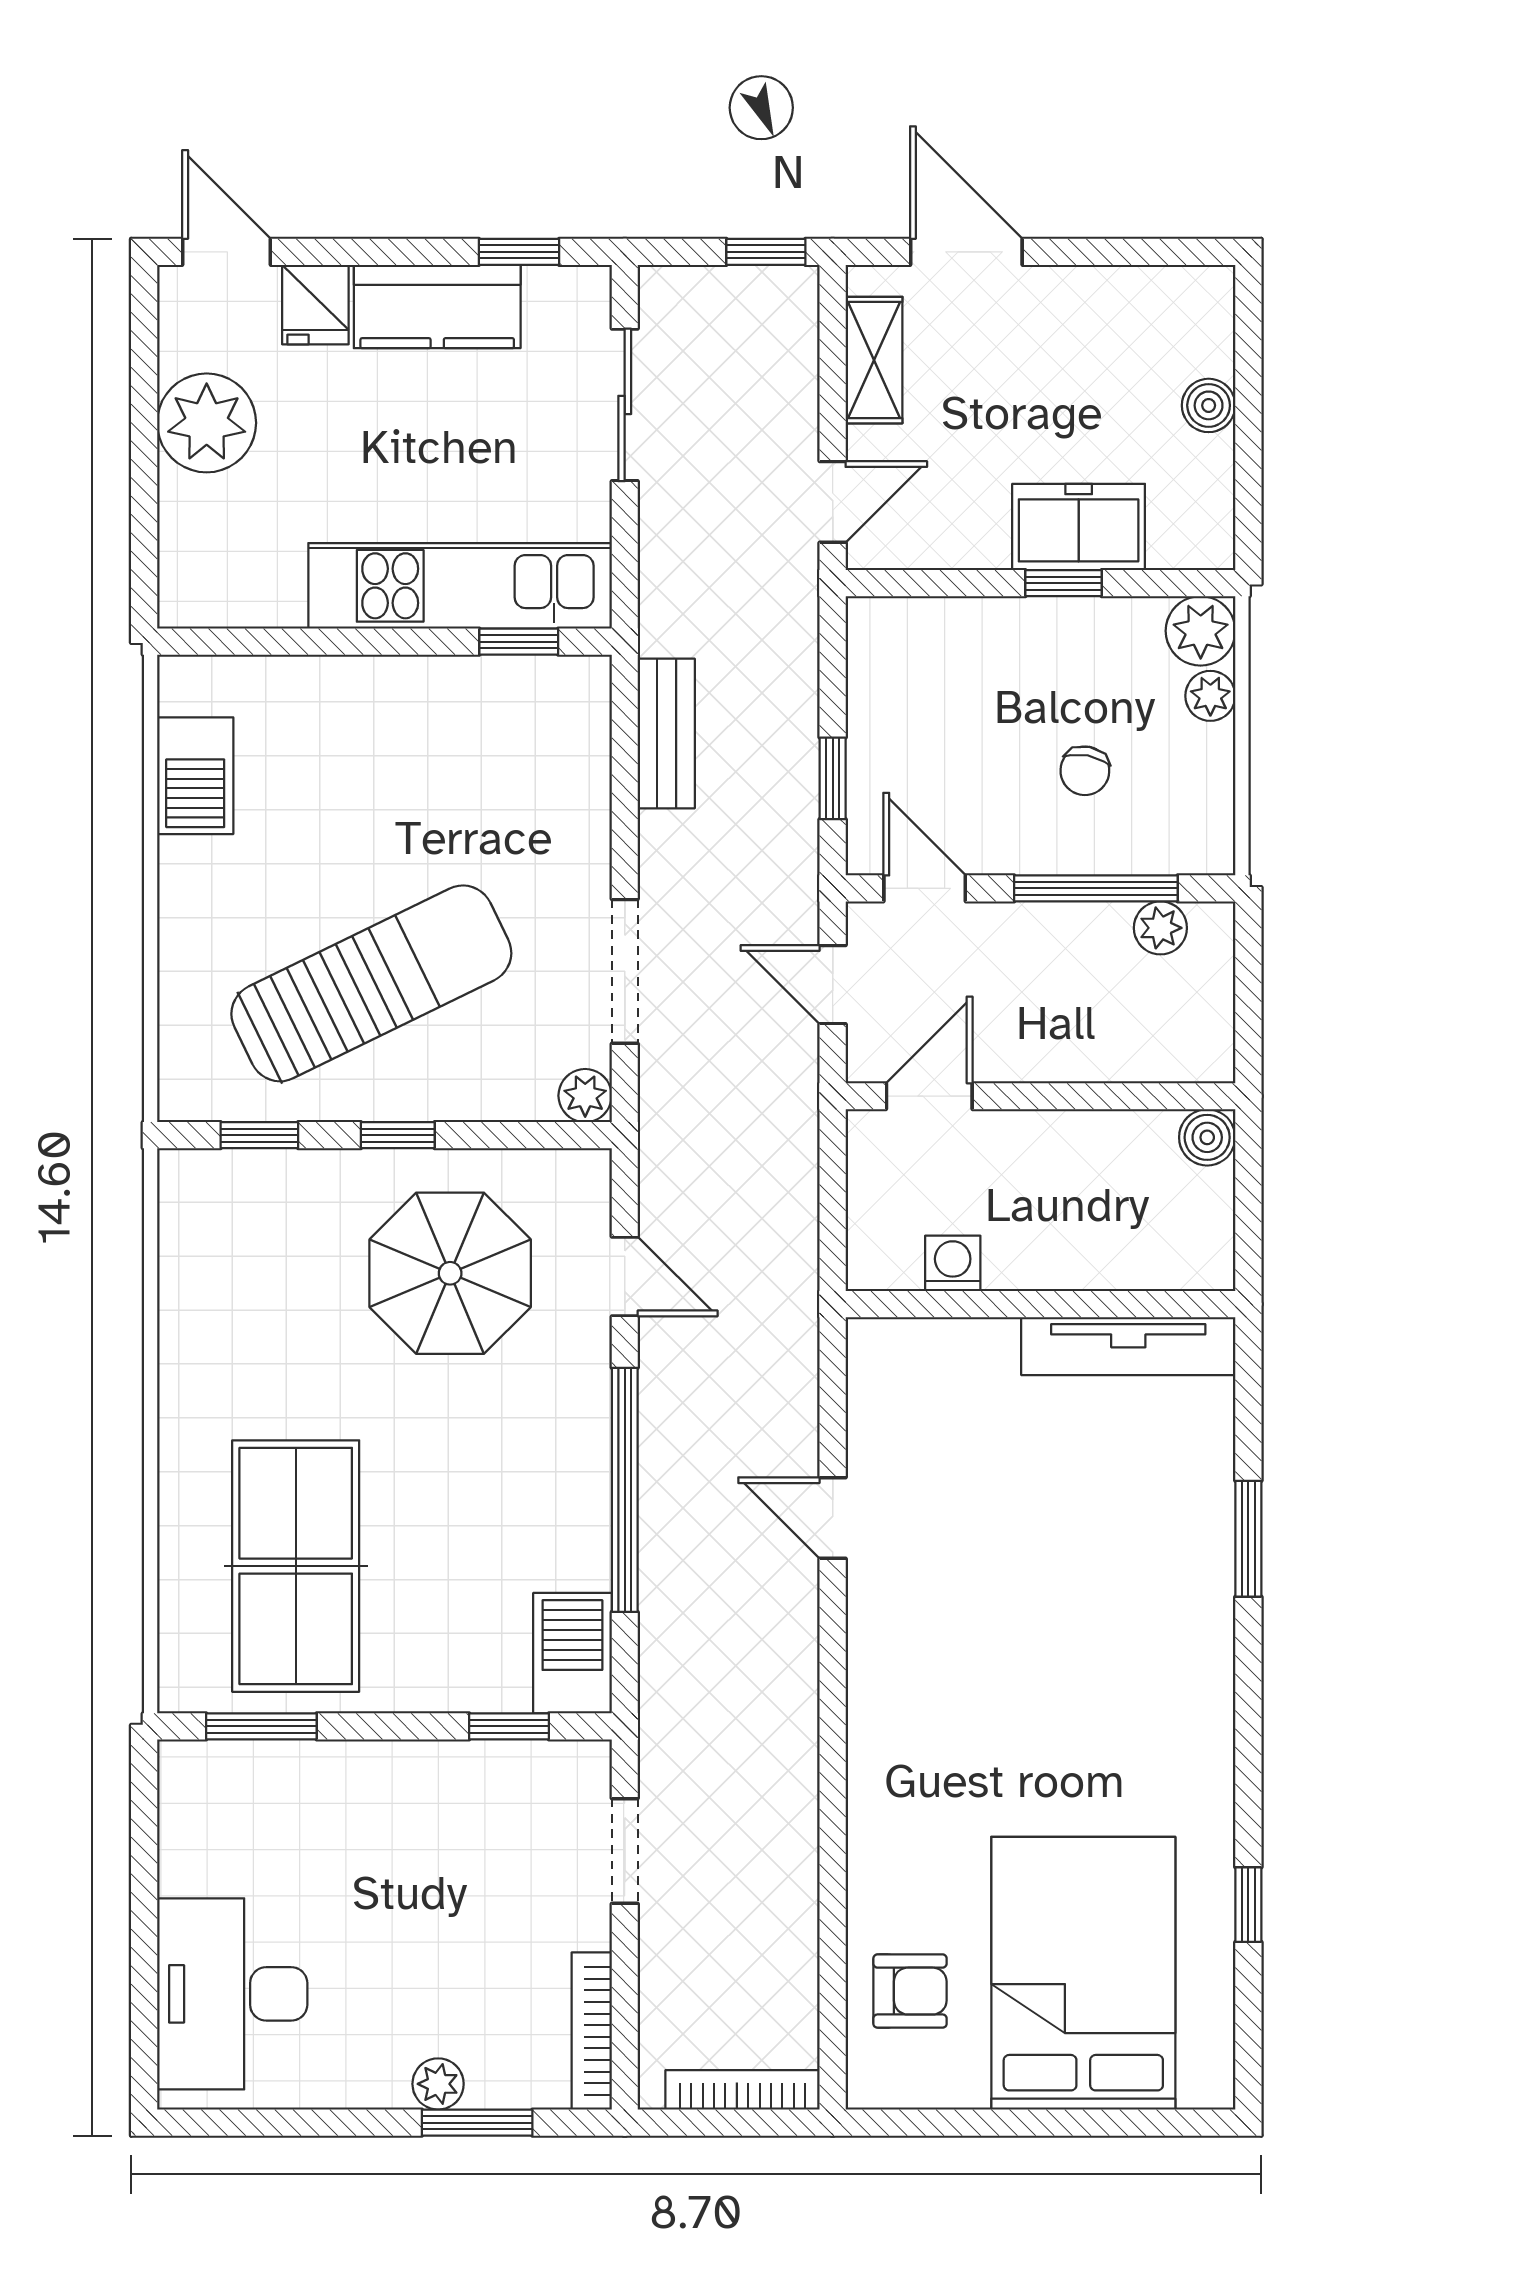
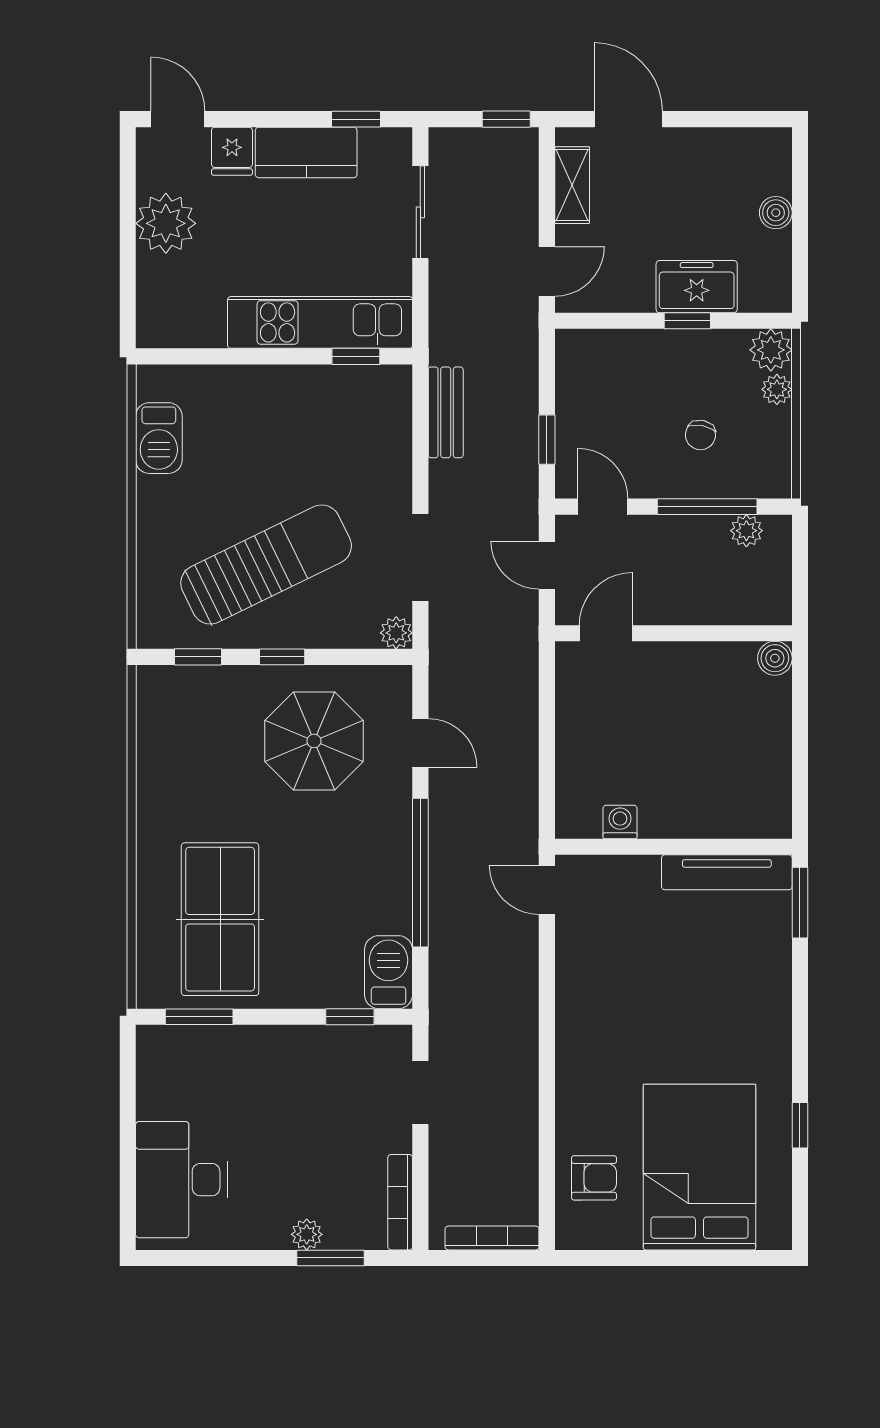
washing machine: (953, 1263) -> (620, 822), moved
wall: (1040, 1304) -> (673, 847), moved
tv unit: (1128, 1346) -> (727, 872), moved

